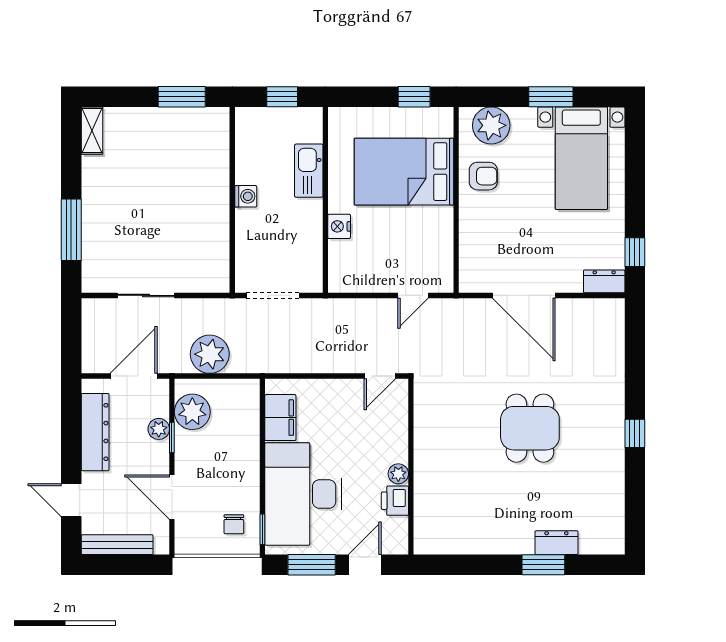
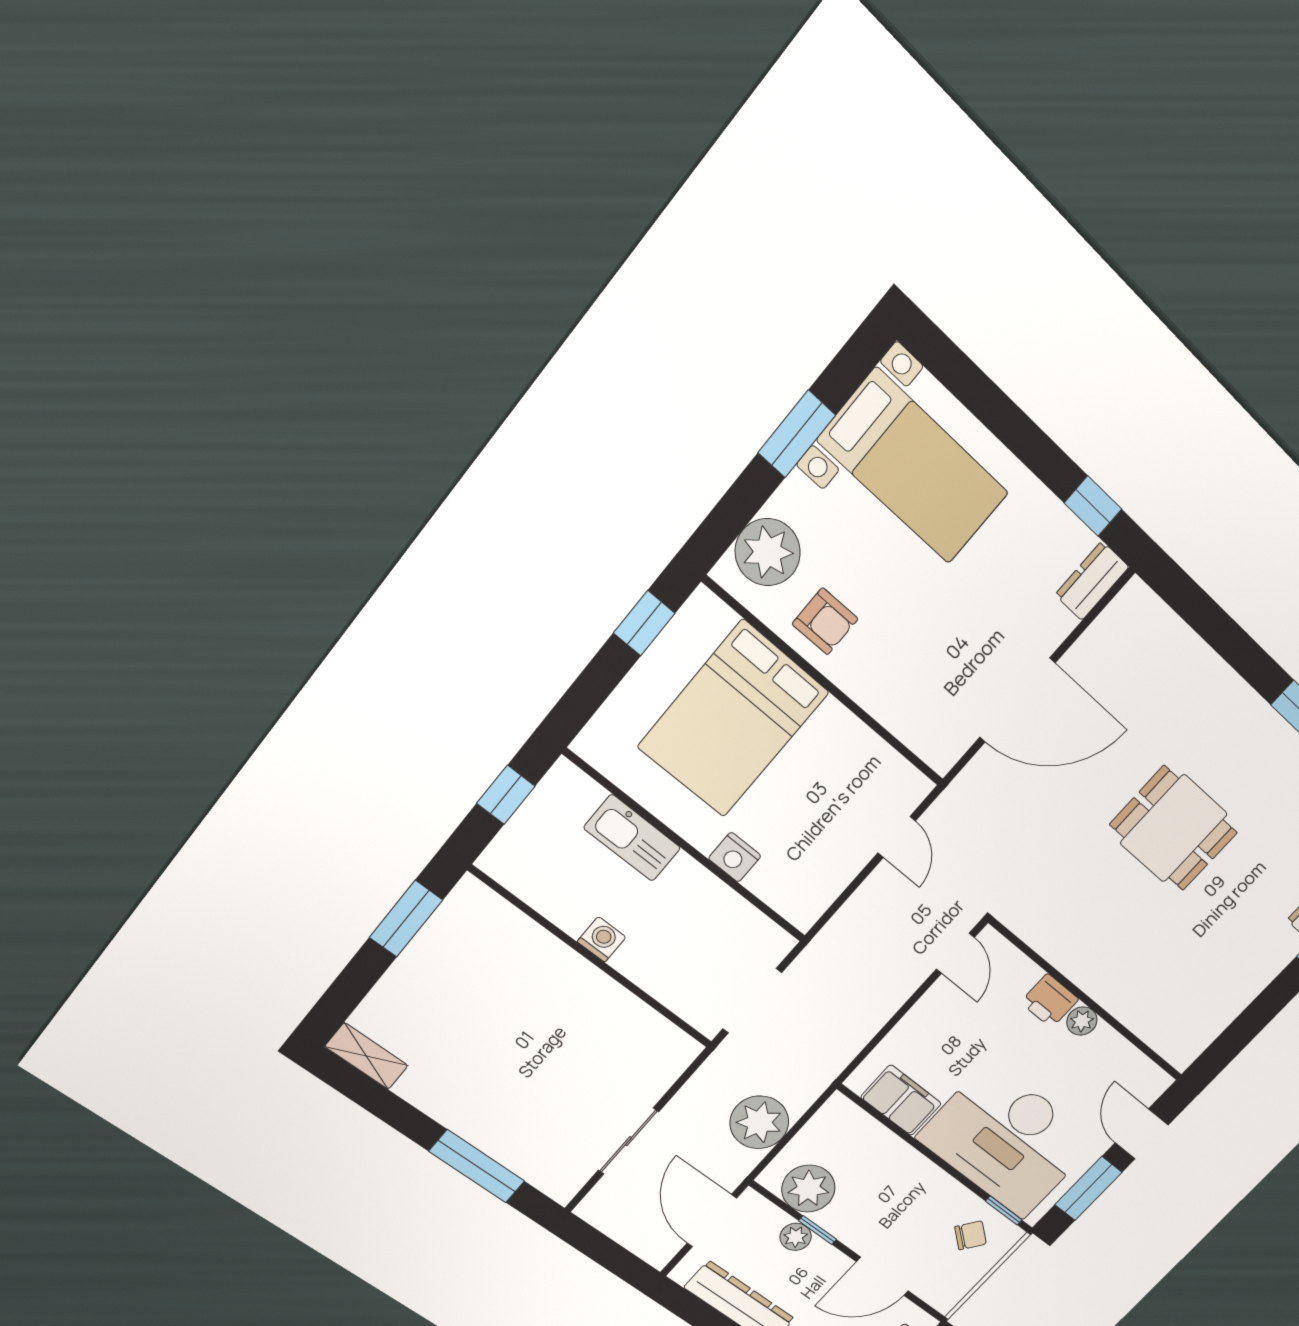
armchair: (483, 176) -> (825, 621), turned 90
printer: (395, 501) -> (1050, 1001), moved
chair: (234, 524) -> (971, 1235), turned -52

